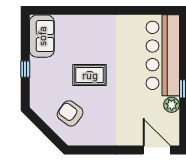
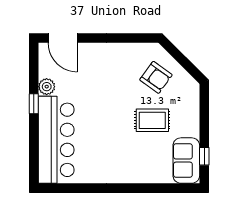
window: (25, 69) -> (204, 156), moved
rug: (90, 75) -> (152, 120), moved

